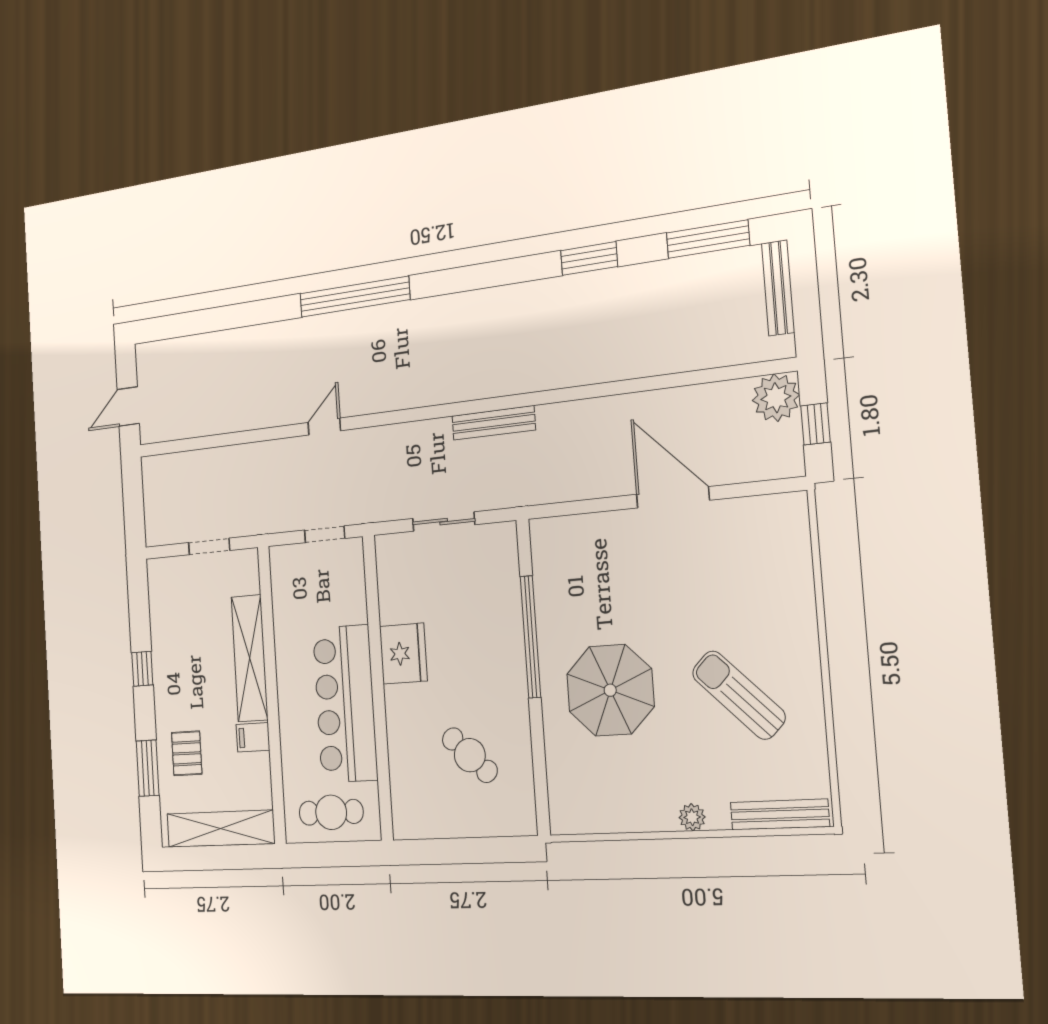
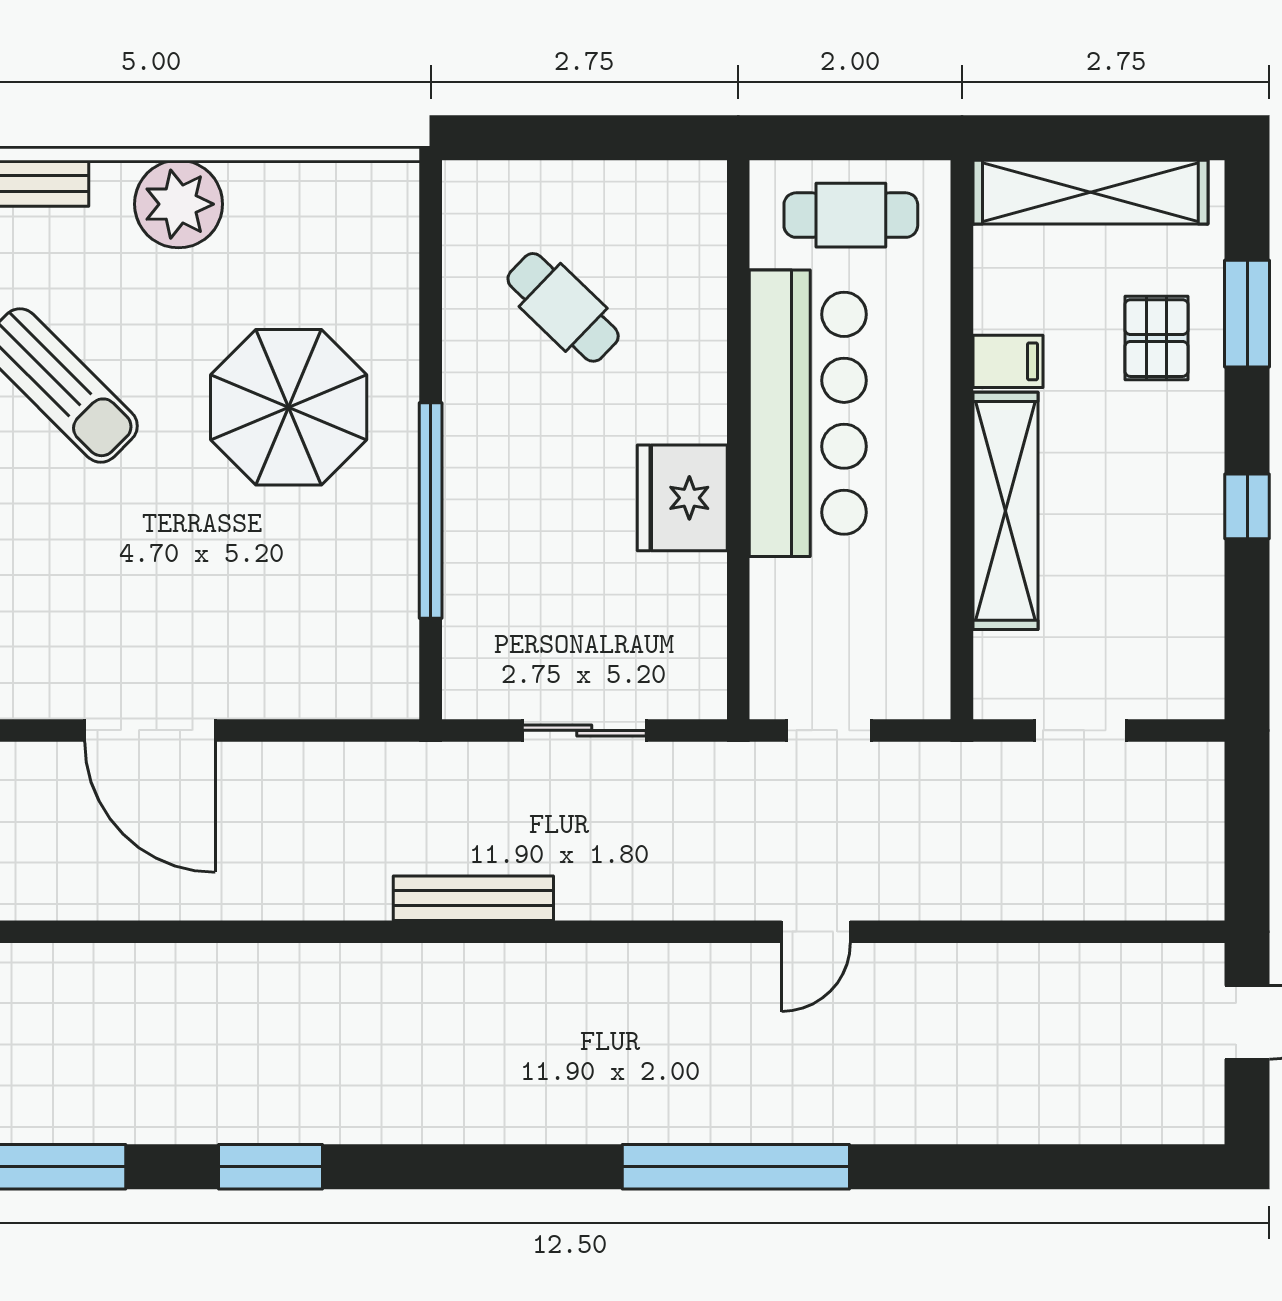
plant: (692, 817) -> (179, 204), width x1.88, depth x1.88

